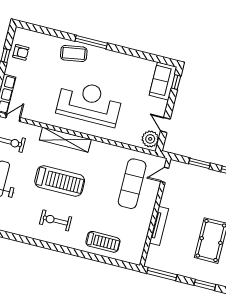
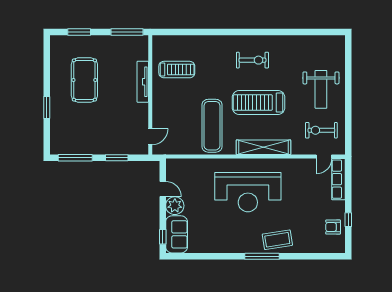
plant: (150, 139) -> (175, 206), moved
exercise mat: (132, 184) -> (212, 126), moved
treadmill: (103, 242) -> (177, 70), moved, turned 180

